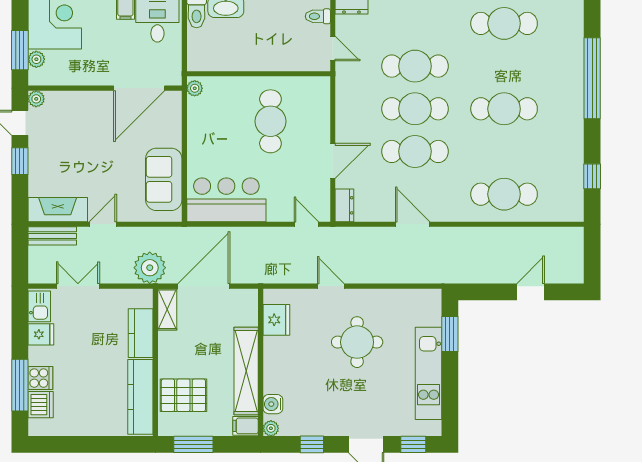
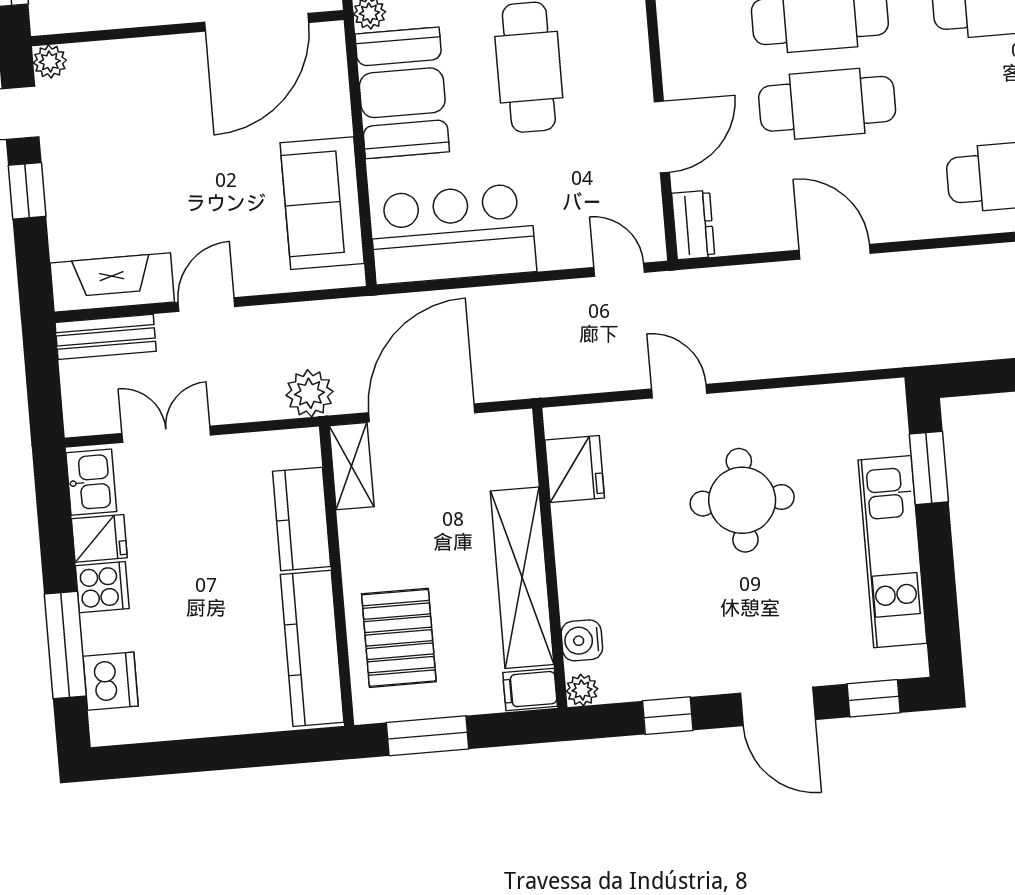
booth: (207, 129) -> (402, 93), added
plant: (150, 268) -> (310, 393), width x0.73, depth x0.73
cooker: (40, 378) -> (102, 587), moved
pallet: (183, 395) -> (399, 638), turned 90

